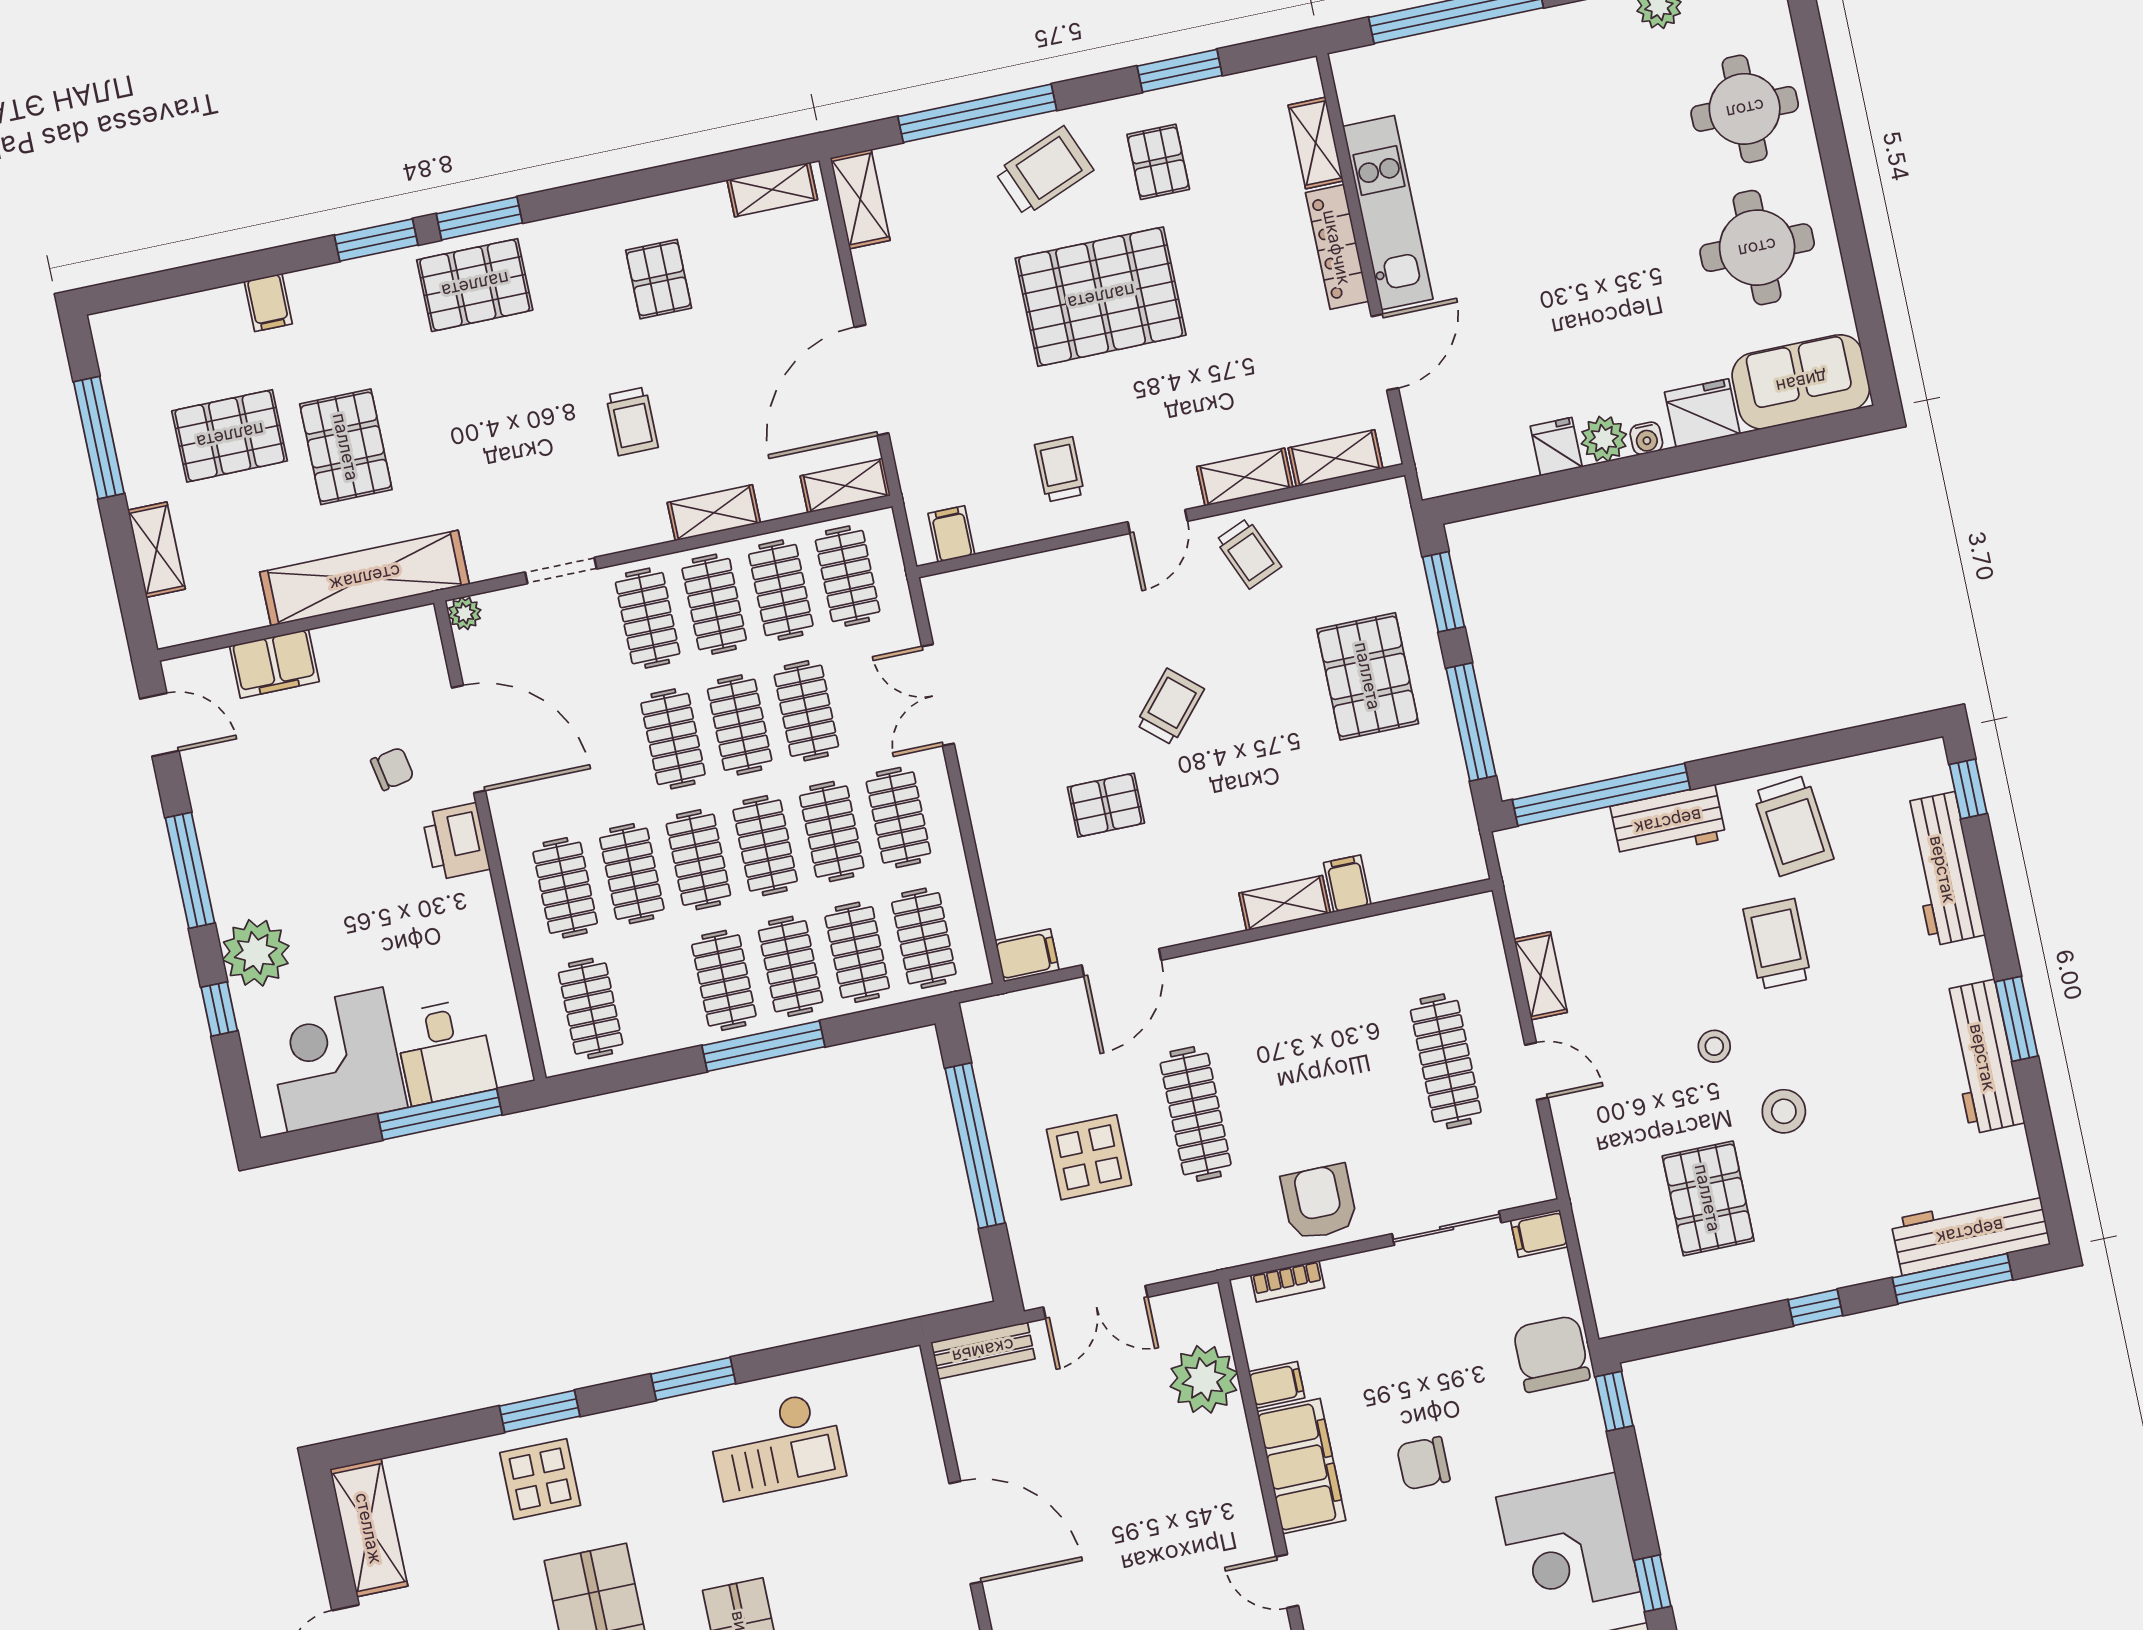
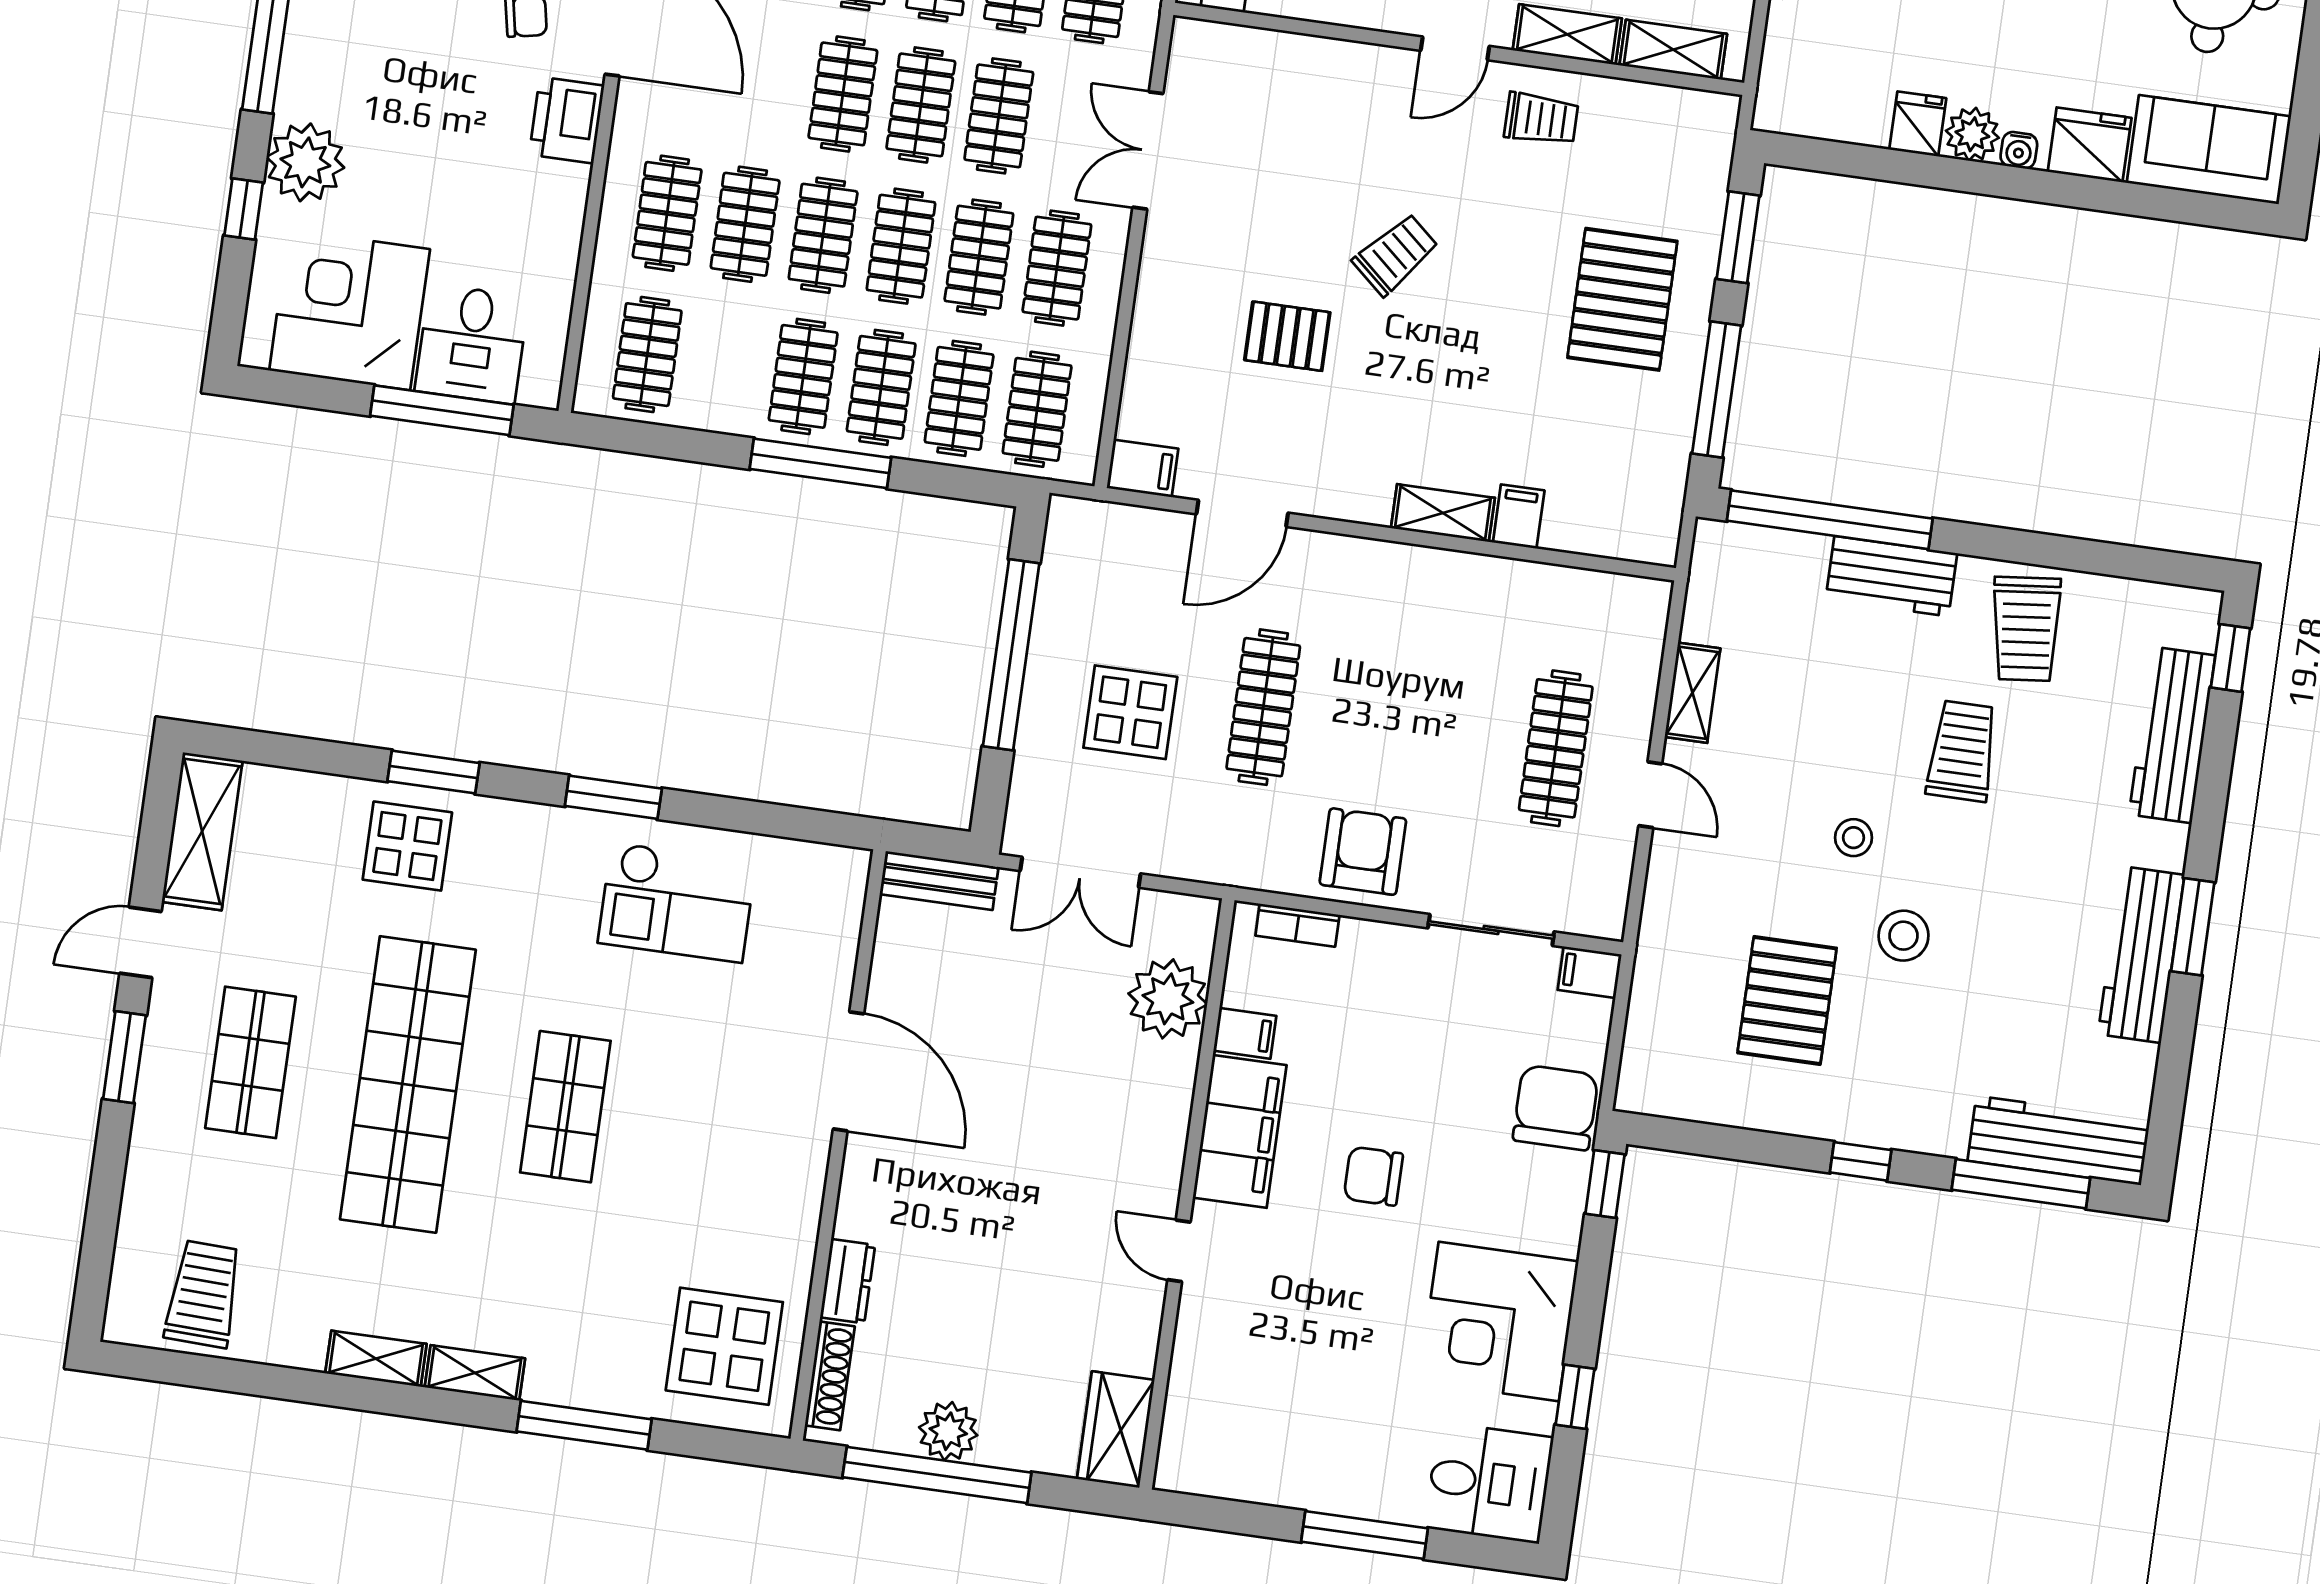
trolley: (1248, 553) -> (1541, 119), turned -67

